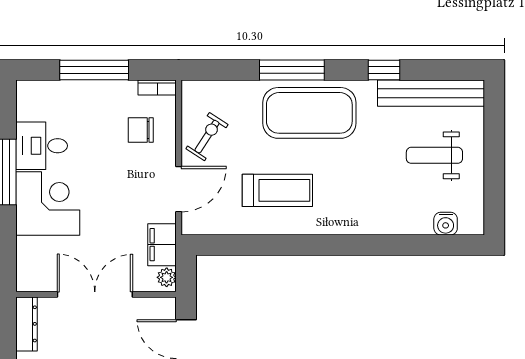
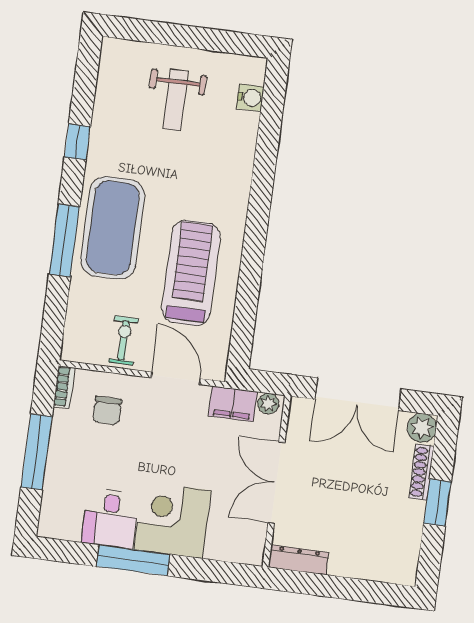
bench: (431, 93) -> (109, 95), removed
exercise bike: (207, 137) -> (124, 341), turned 57
treadmill: (277, 190) -> (191, 273), width x1.37, depth x1.38

